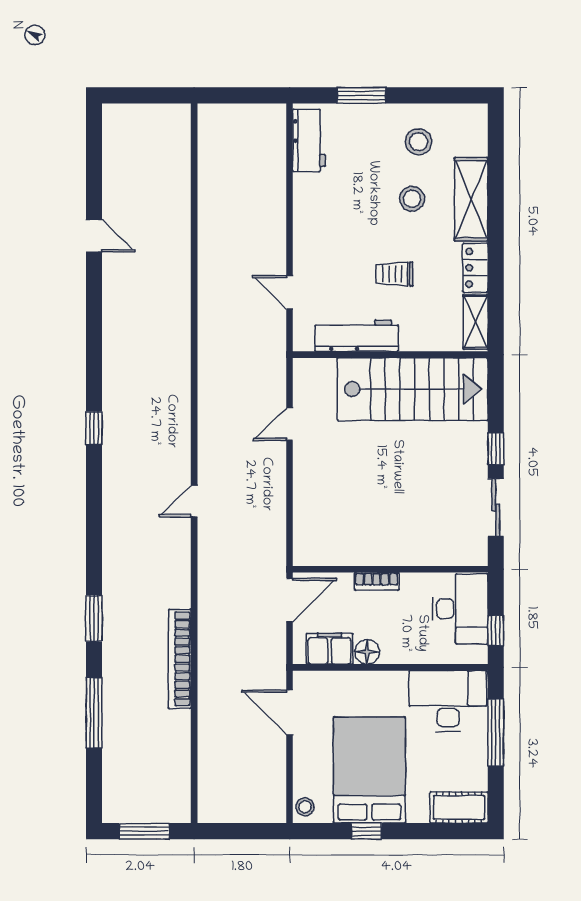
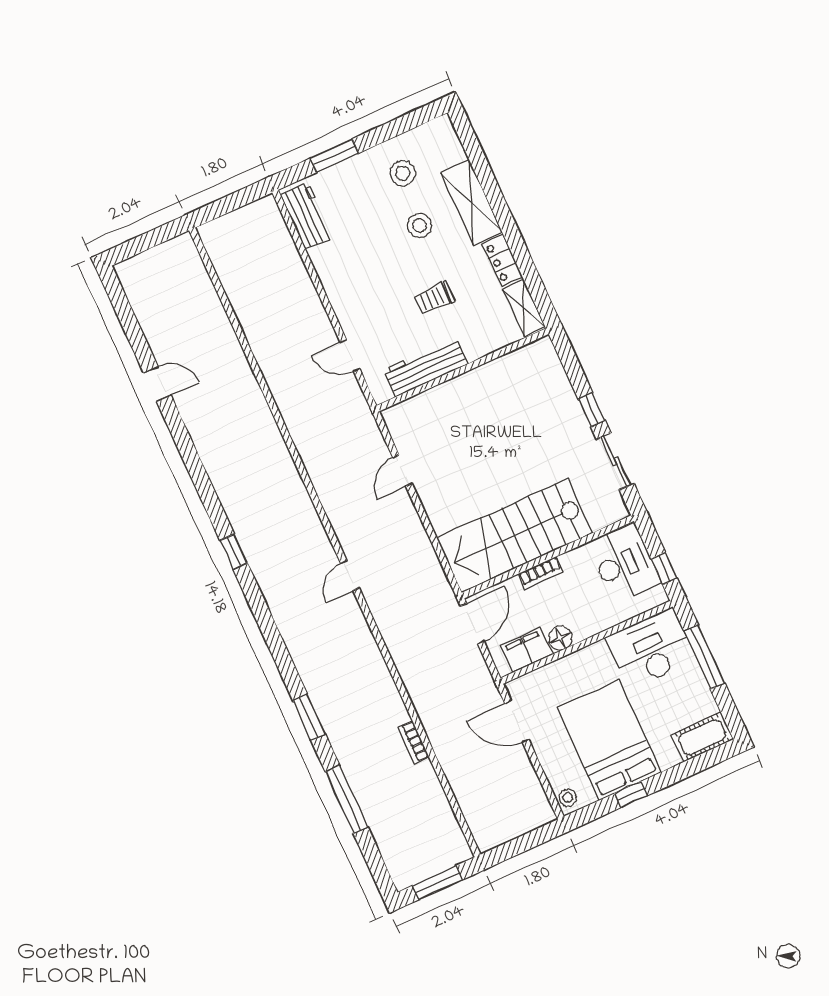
stairs: (413, 389) -> (515, 536), moved, turned 180
bookcase: (180, 659) -> (413, 742), width x0.43, depth x0.76

